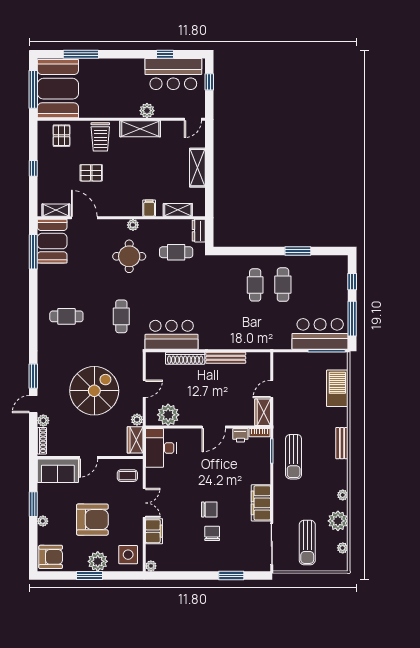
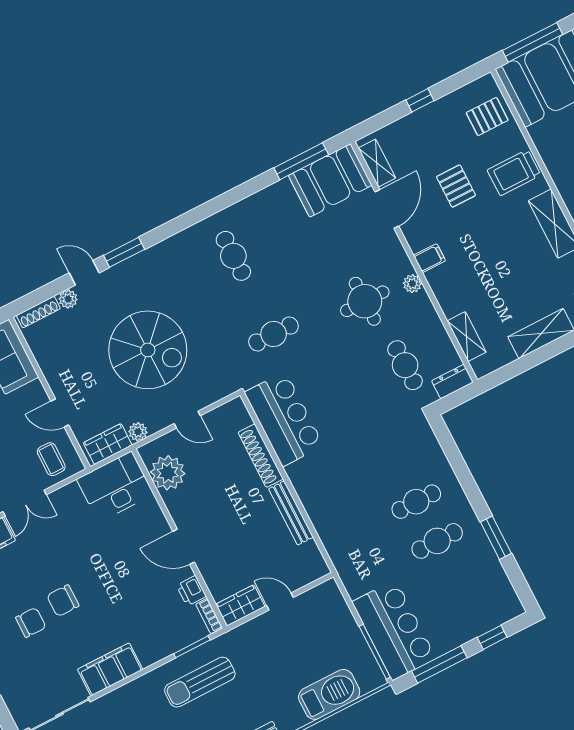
filing cabinet: (149, 208) -> (429, 258), moved
door: (88, 458) -> (60, 413), moved
chair: (209, 509) -> (63, 601), turned 90

